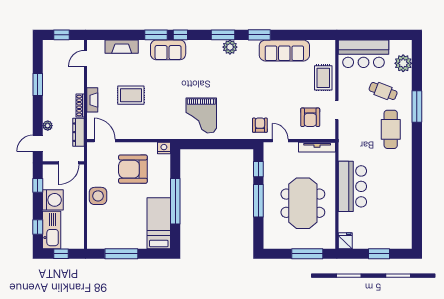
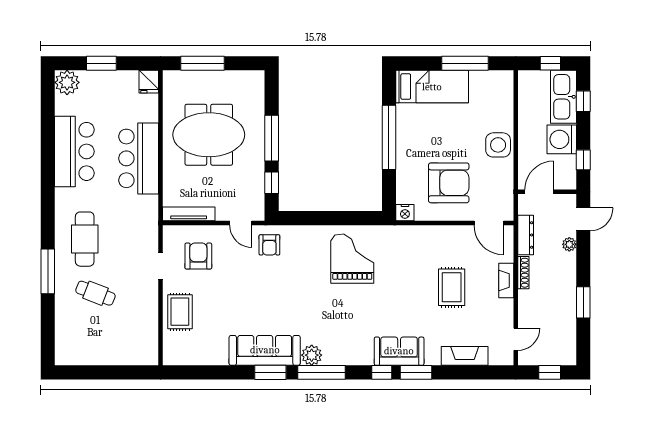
window: (223, 35) -> (322, 372), width x1.44
sofa: (284, 50) -> (265, 350), moved
bar counter: (364, 54) -> (74, 151), moved, turned 90
plant: (403, 63) -> (67, 82), moved
rug: (131, 95) -> (452, 287), turned 90
meeting table: (303, 203) -> (209, 135), turned 90
bed: (159, 223) -> (432, 87), moved, turned -90

